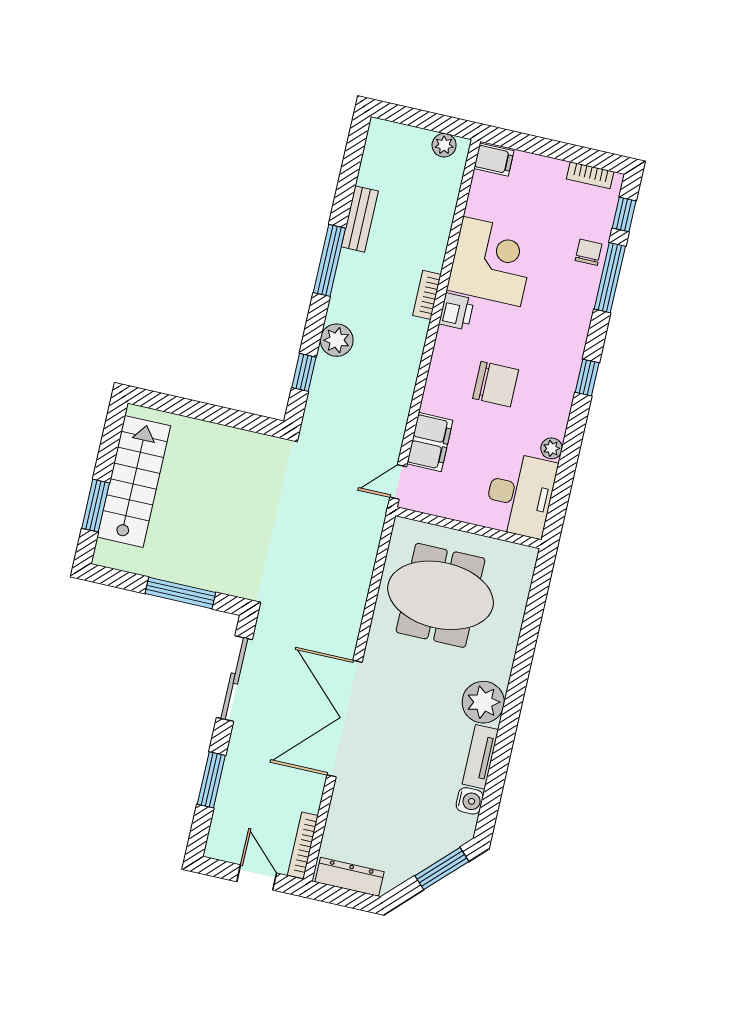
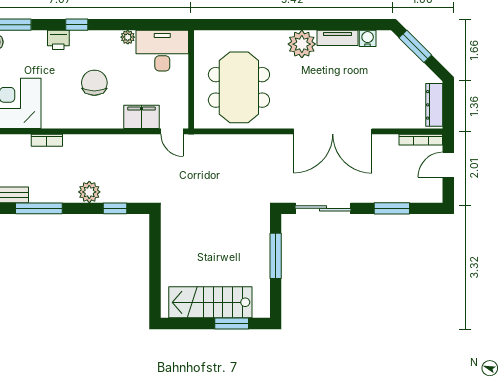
printer: (456, 311) -> (58, 40), moved, turned 180

